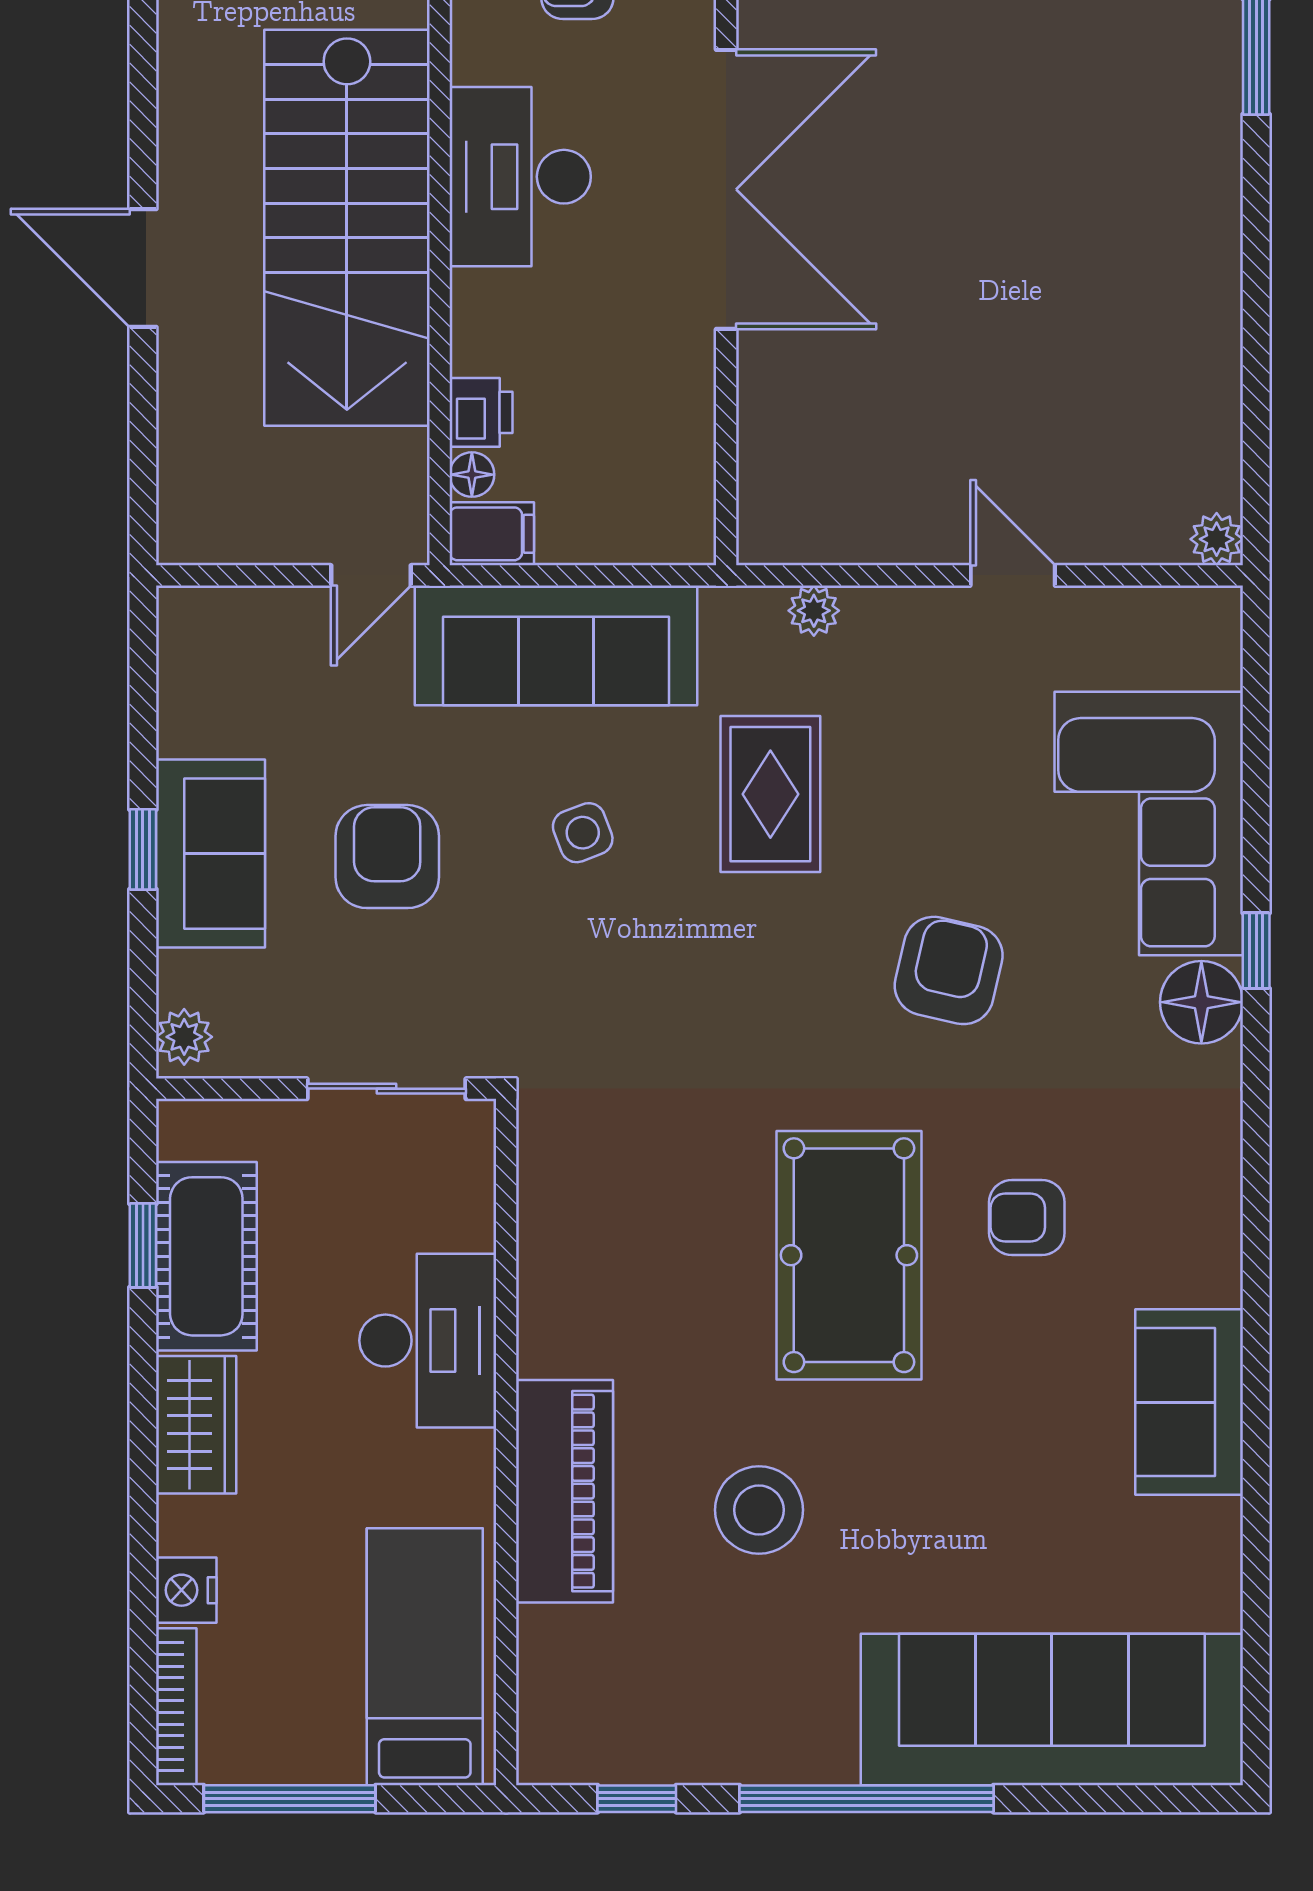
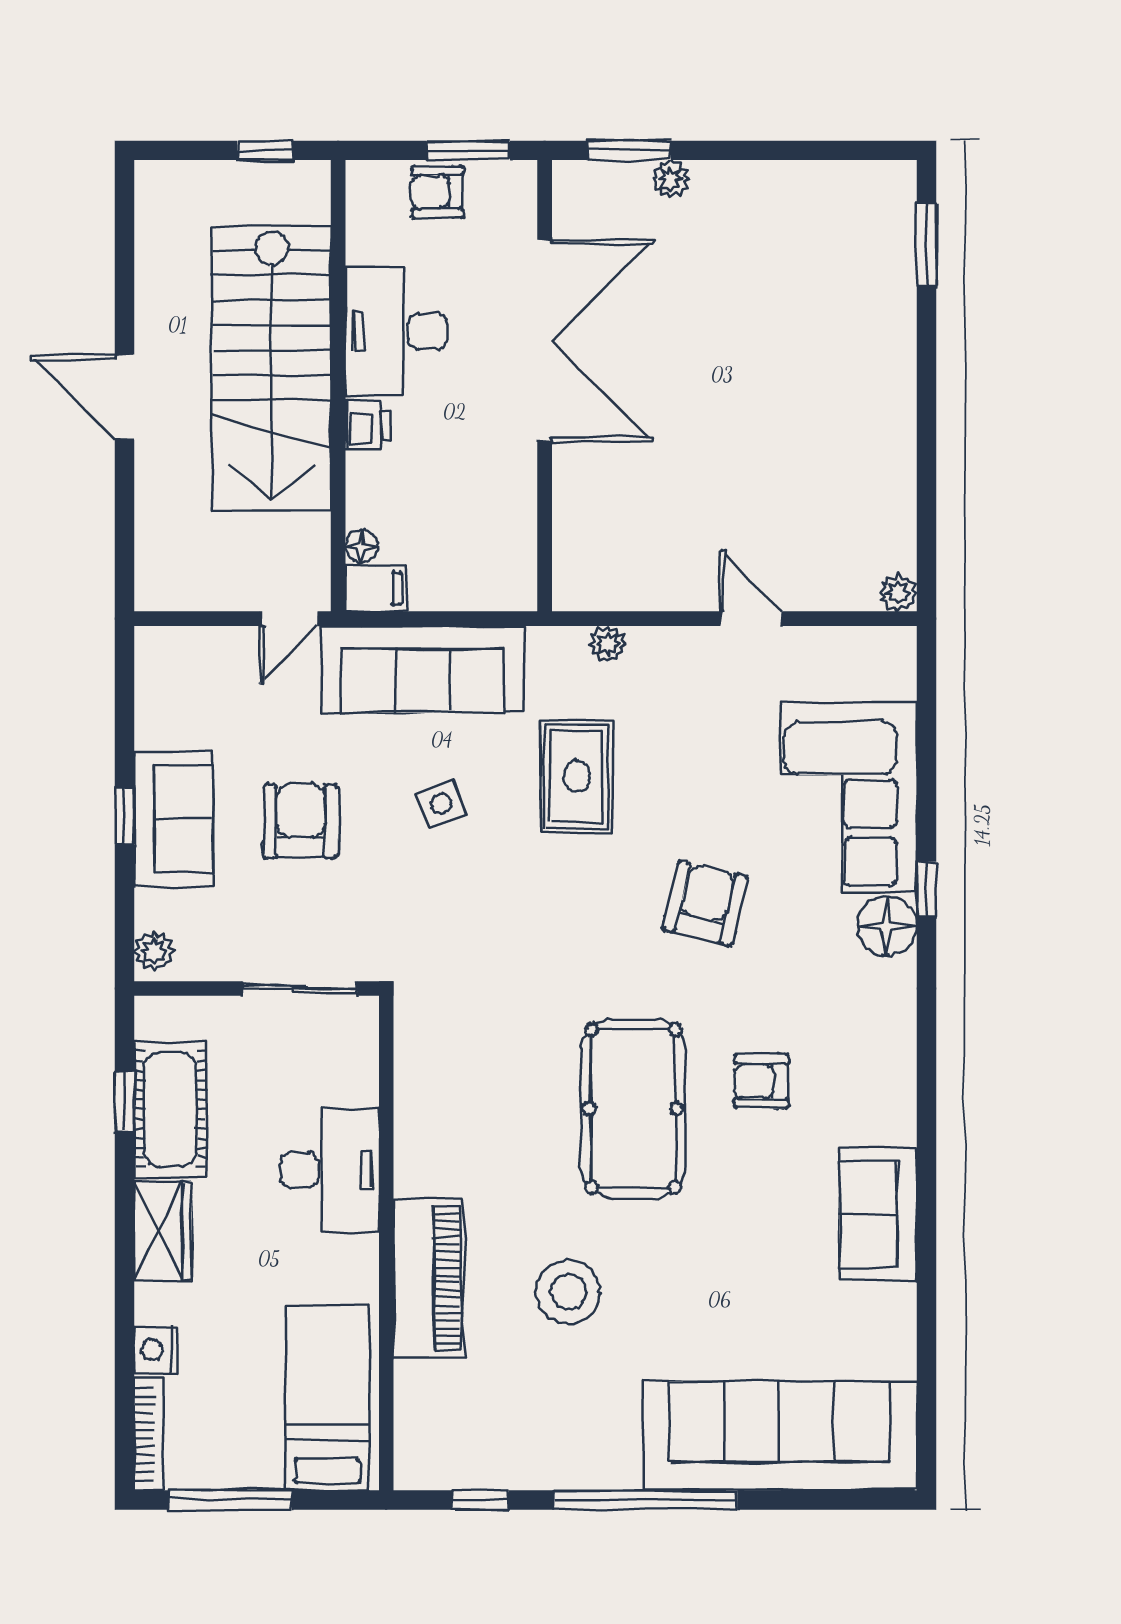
printer: (481, 412) -> (368, 425), moved

